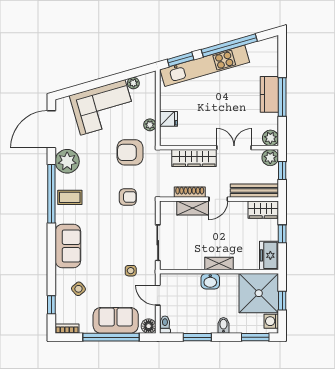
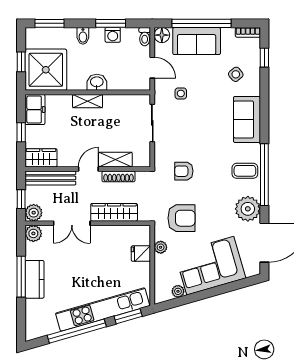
washing machine: (271, 321) -> (113, 35), moved, turned 90

